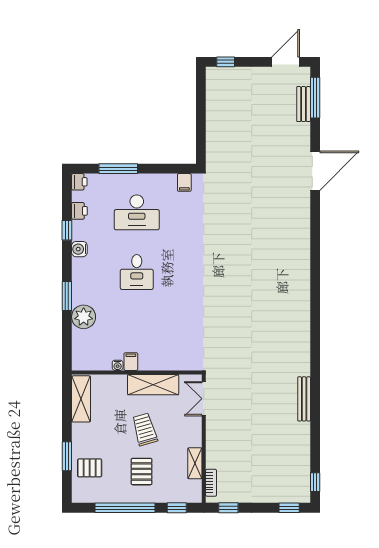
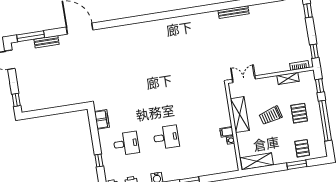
bench: (304, 104) -> (47, 42), moved
window: (118, 169) -> (99, 161), width x0.46
filing cabinet: (184, 182) -> (102, 119), width x2.00
desk: (137, 212) -> (126, 144), width x0.73
plant: (84, 317) -> (202, 168), removed
double door: (204, 399) -> (244, 79), swing flipped
pallet: (142, 472) -> (299, 113), turned 90

